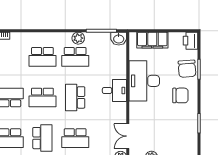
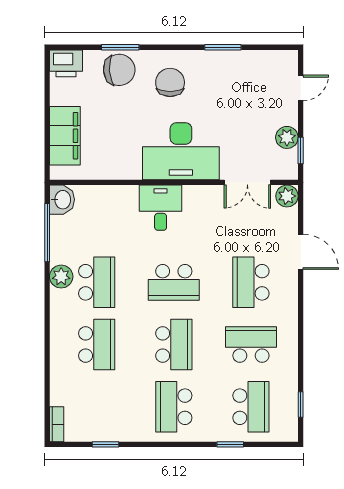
desk: (144, 81) -> (181, 151), moved
school desk: (75, 138) -> (251, 282), turned 180

